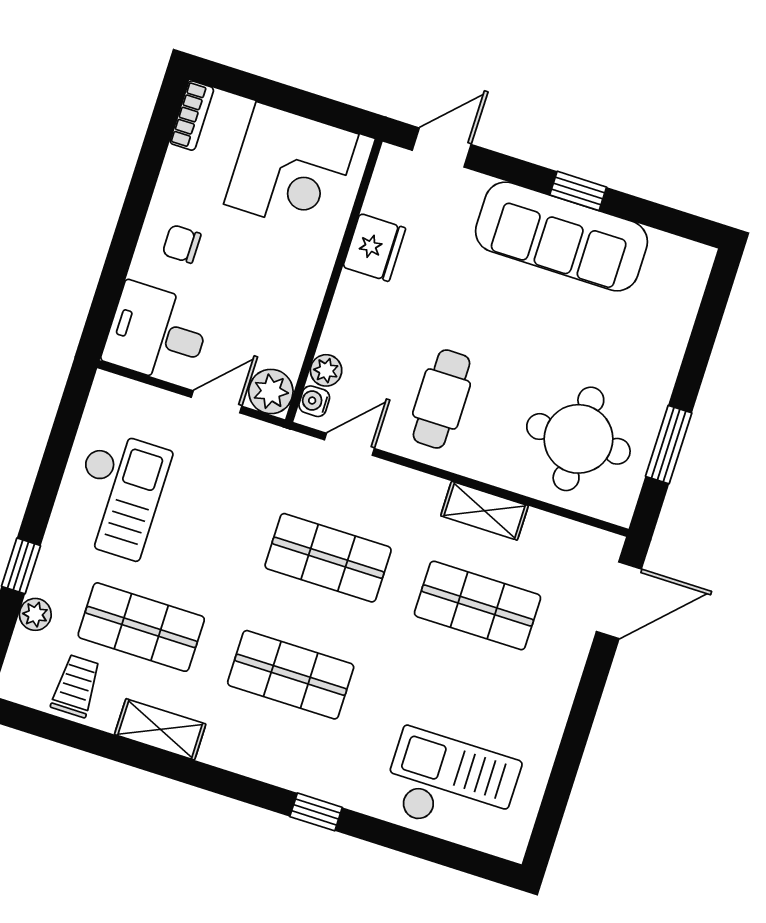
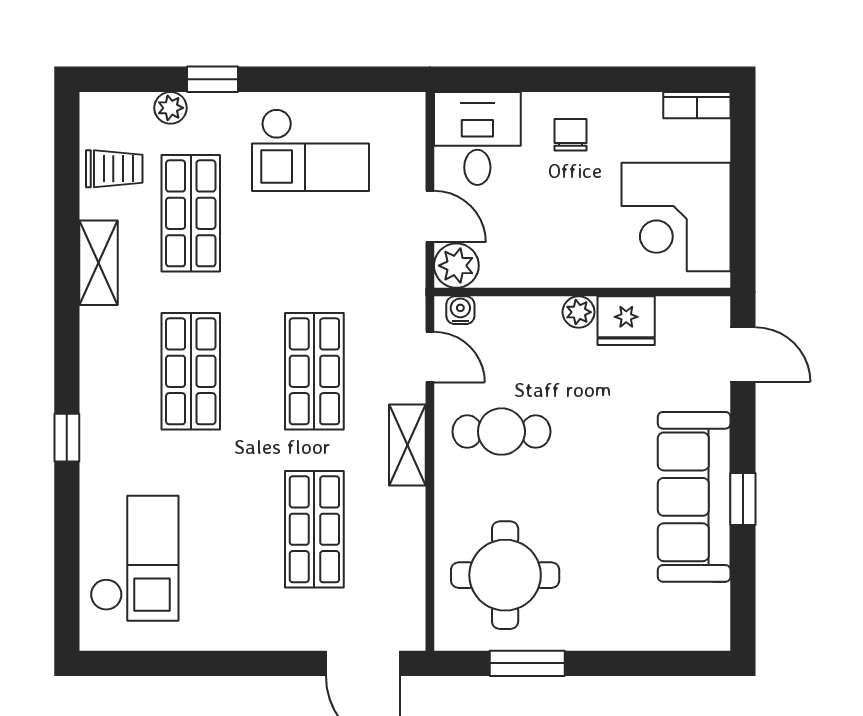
plant: (326, 370) -> (579, 312), moved
shelving: (484, 511) -> (407, 445), moved

